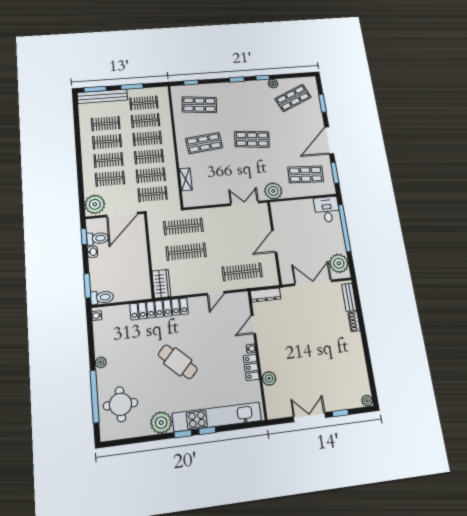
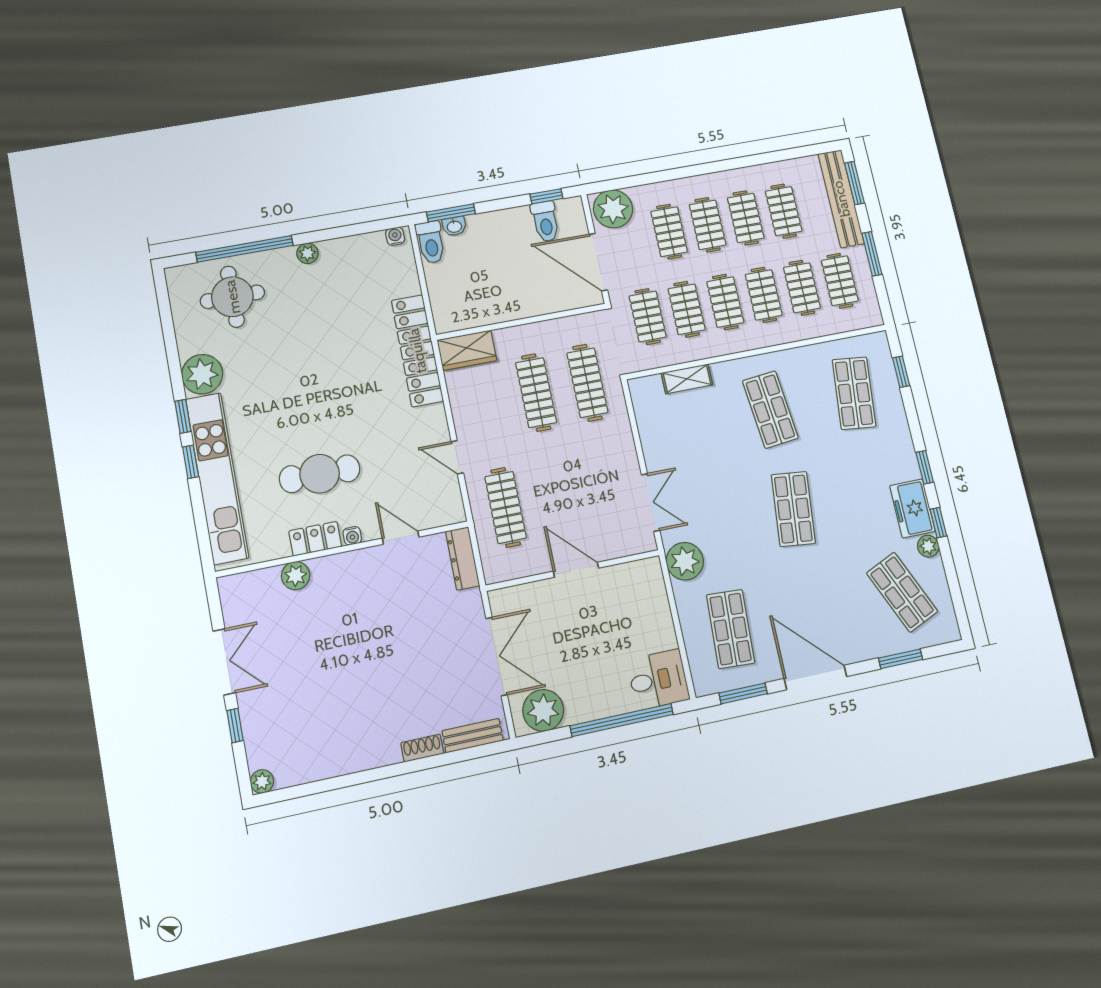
freezer: (255, 88) -> (912, 508), added
washbasin: (93, 252) -> (454, 226), moved
cafe table: (178, 362) -> (320, 474), moved, turned 47

